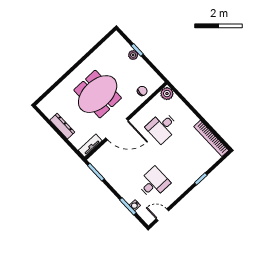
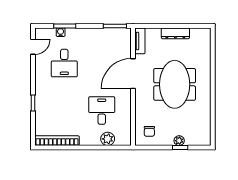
chair: (142, 91) -> (149, 131), moved
plant: (167, 94) -> (108, 139), moved

